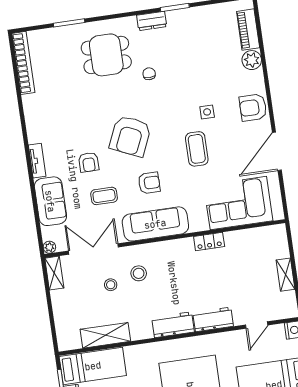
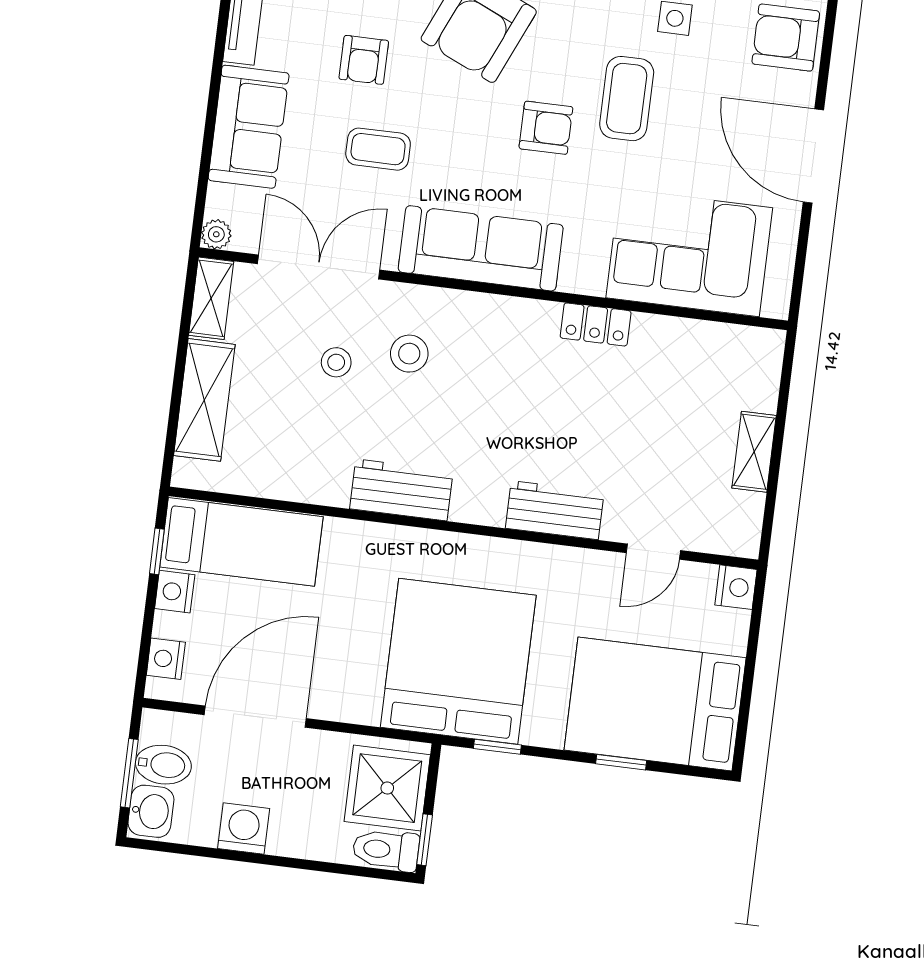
door: (277, 151) -> (813, 156), hinge flipped
armchair: (149, 183) -> (546, 128), moved
workbench: (173, 325) -> (401, 490), moved
shelving: (105, 335) -> (204, 400), moved, turned 90

